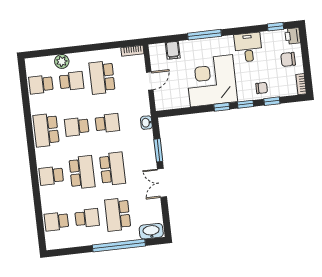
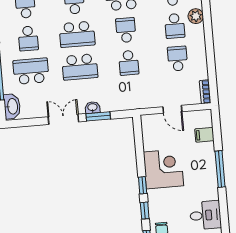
school desk: (102, 77) -> (177, 59), width x0.54
corner desk: (211, 81) -> (163, 169), width x0.74, depth x0.74
washbasin: (146, 123) -> (92, 107), moved

